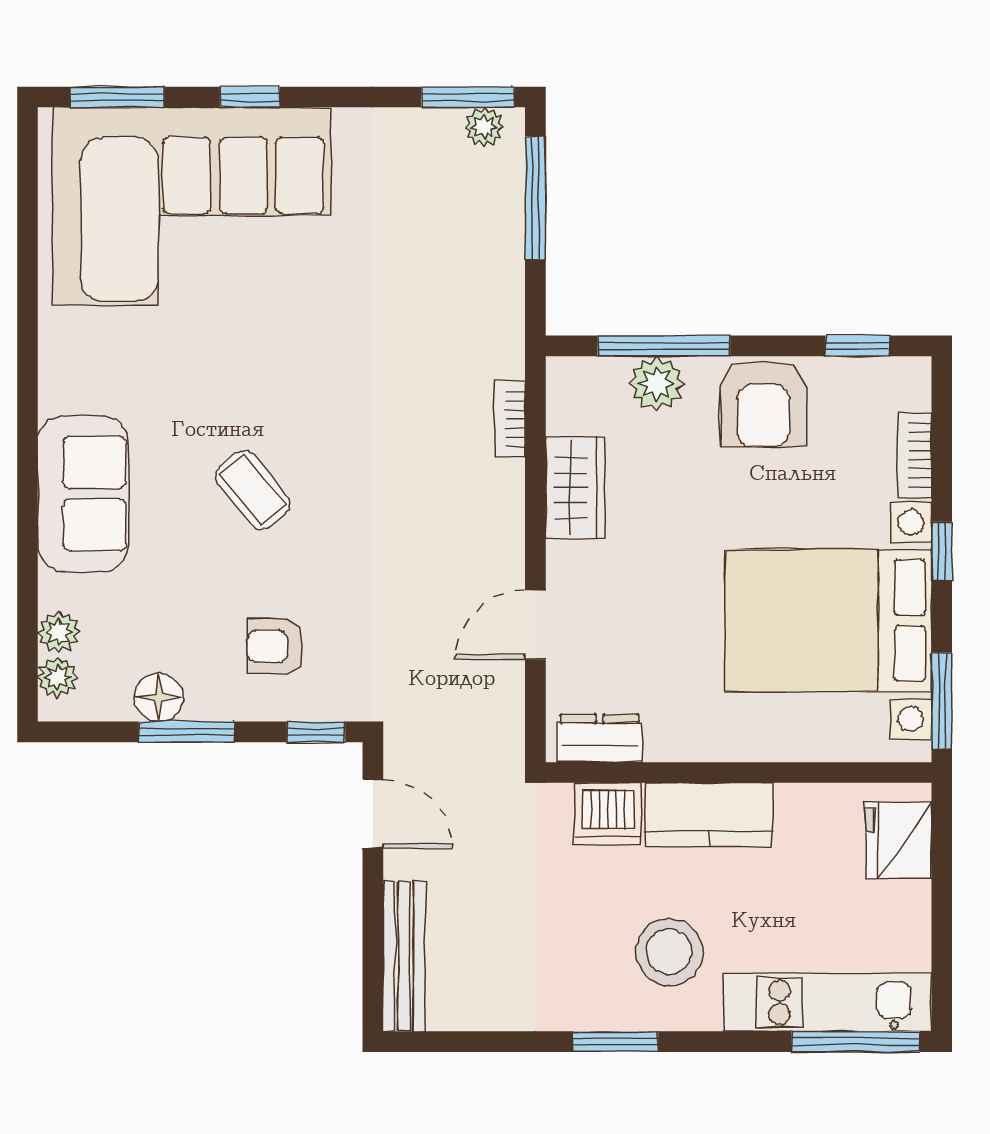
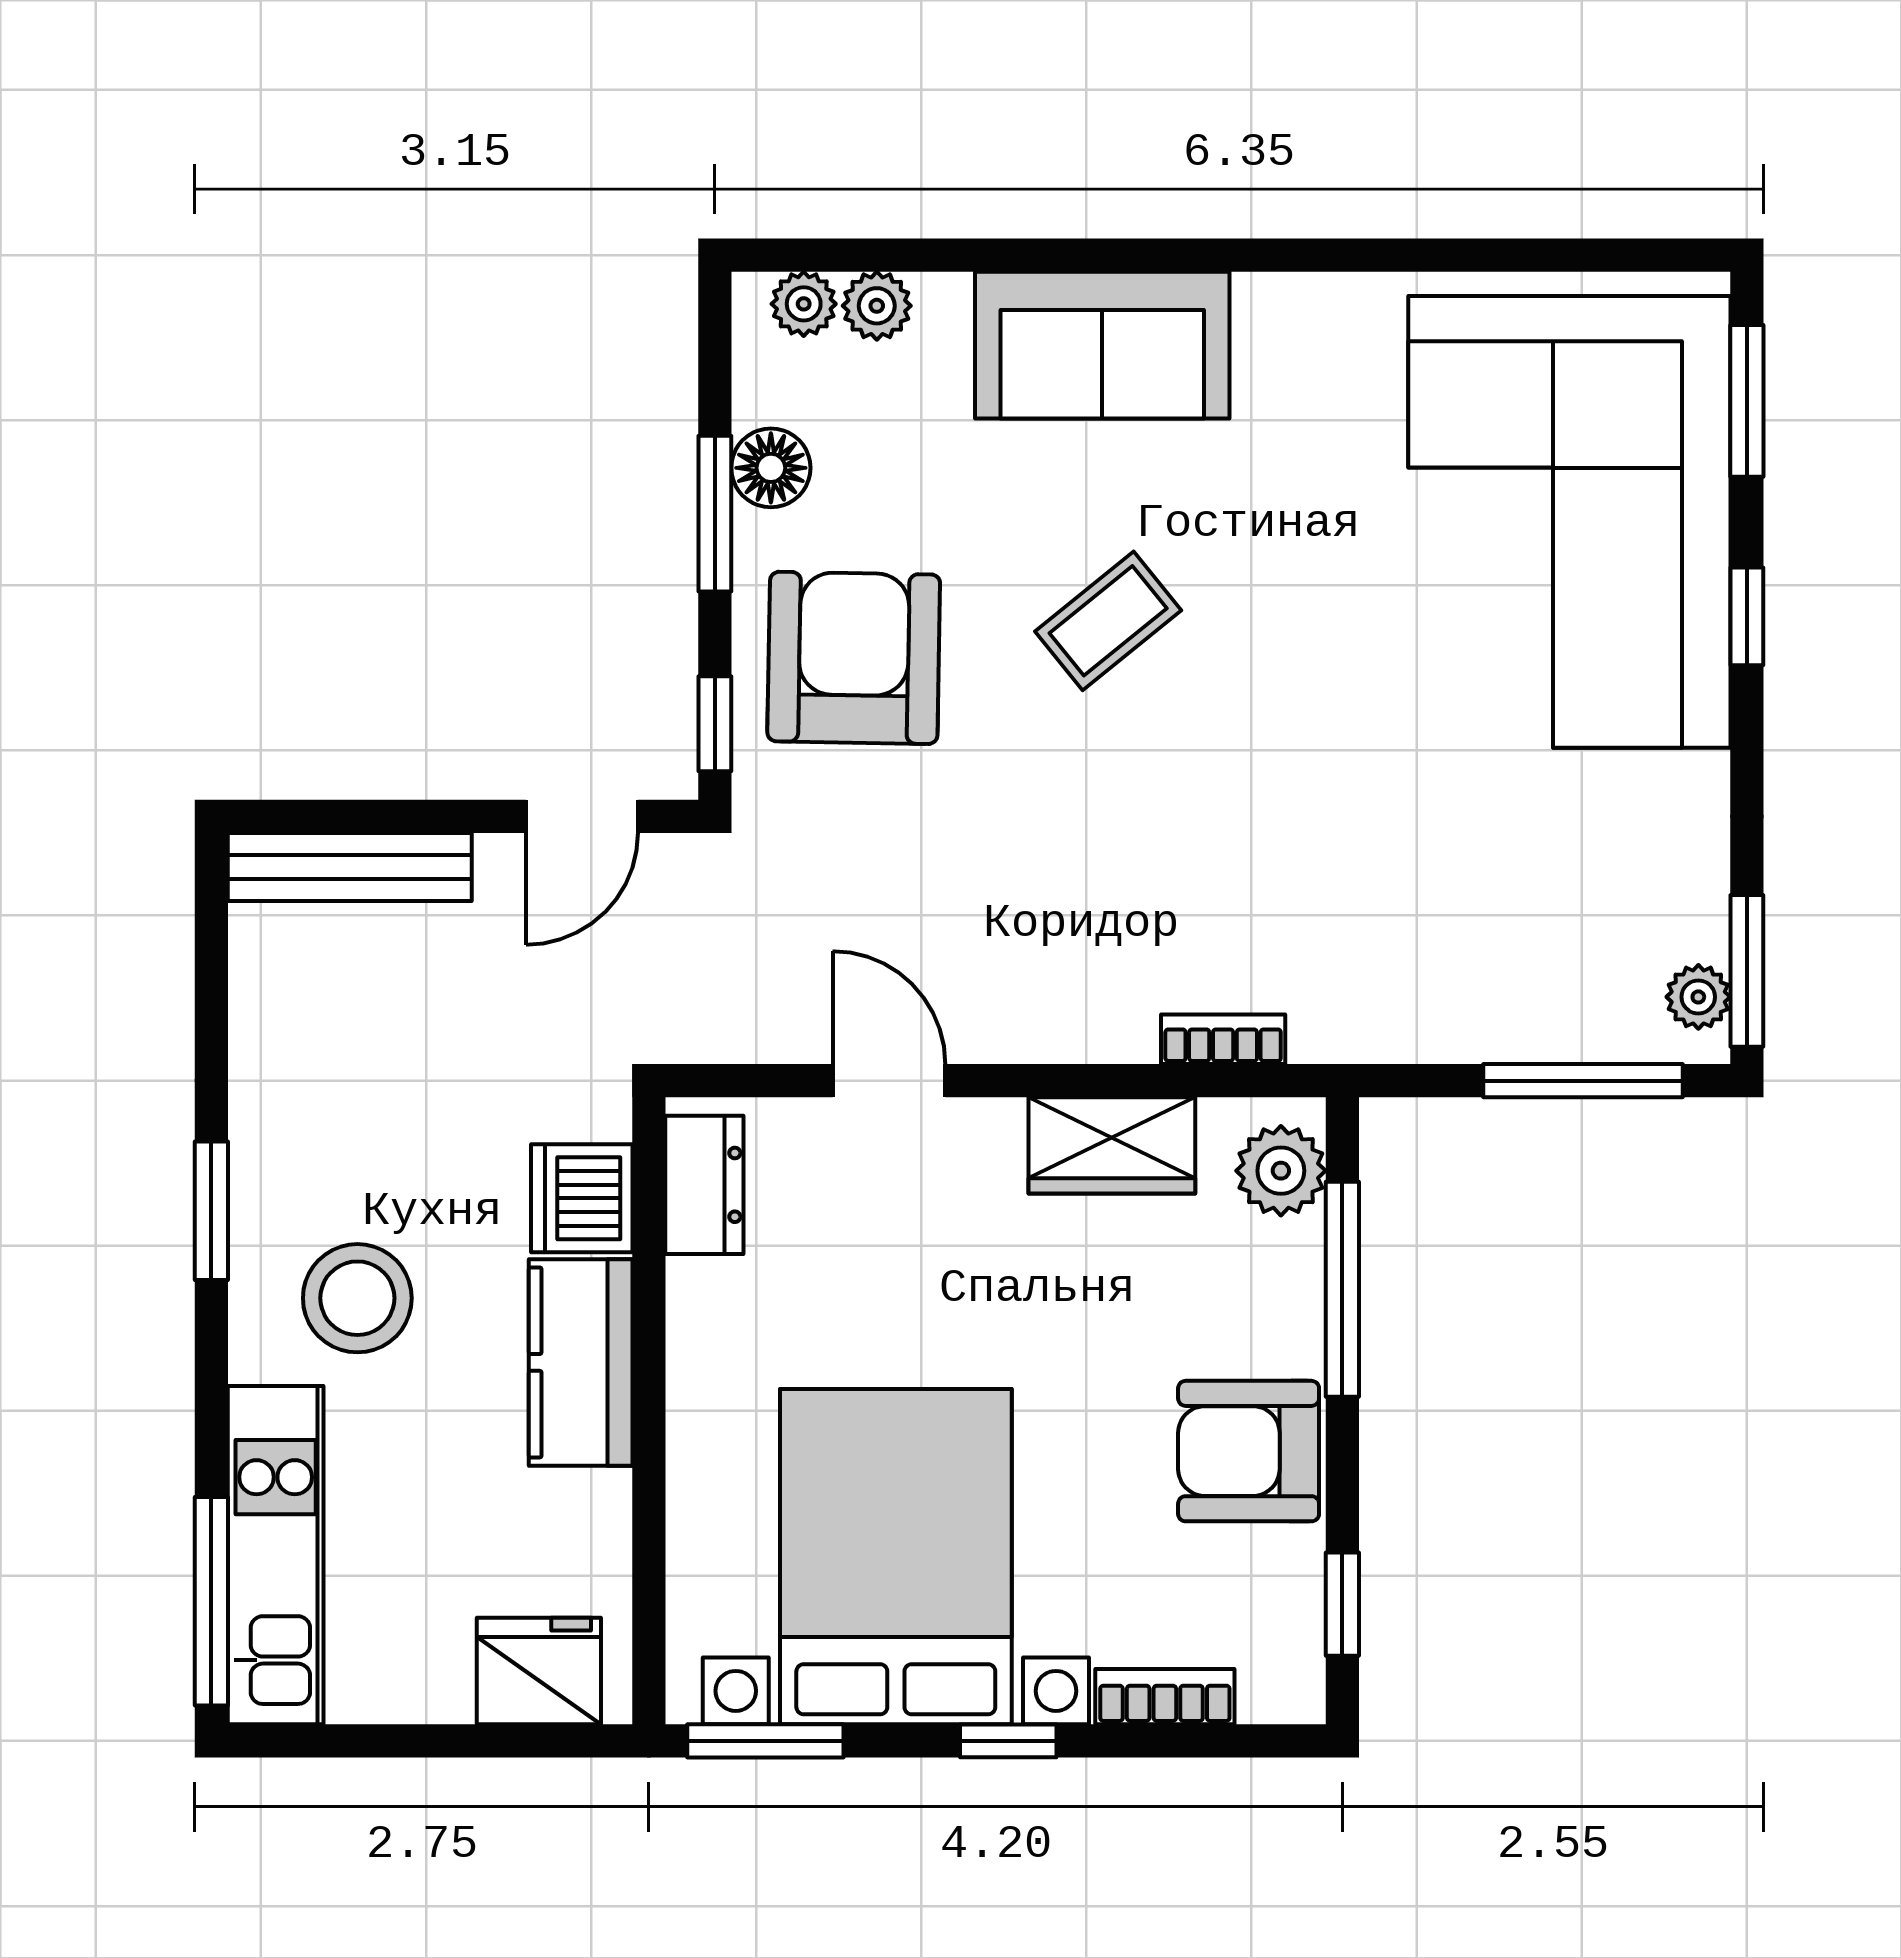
plant: (657, 384) -> (1281, 1171), moved
armchair: (275, 646) -> (854, 658), width x1.88, depth x1.88

